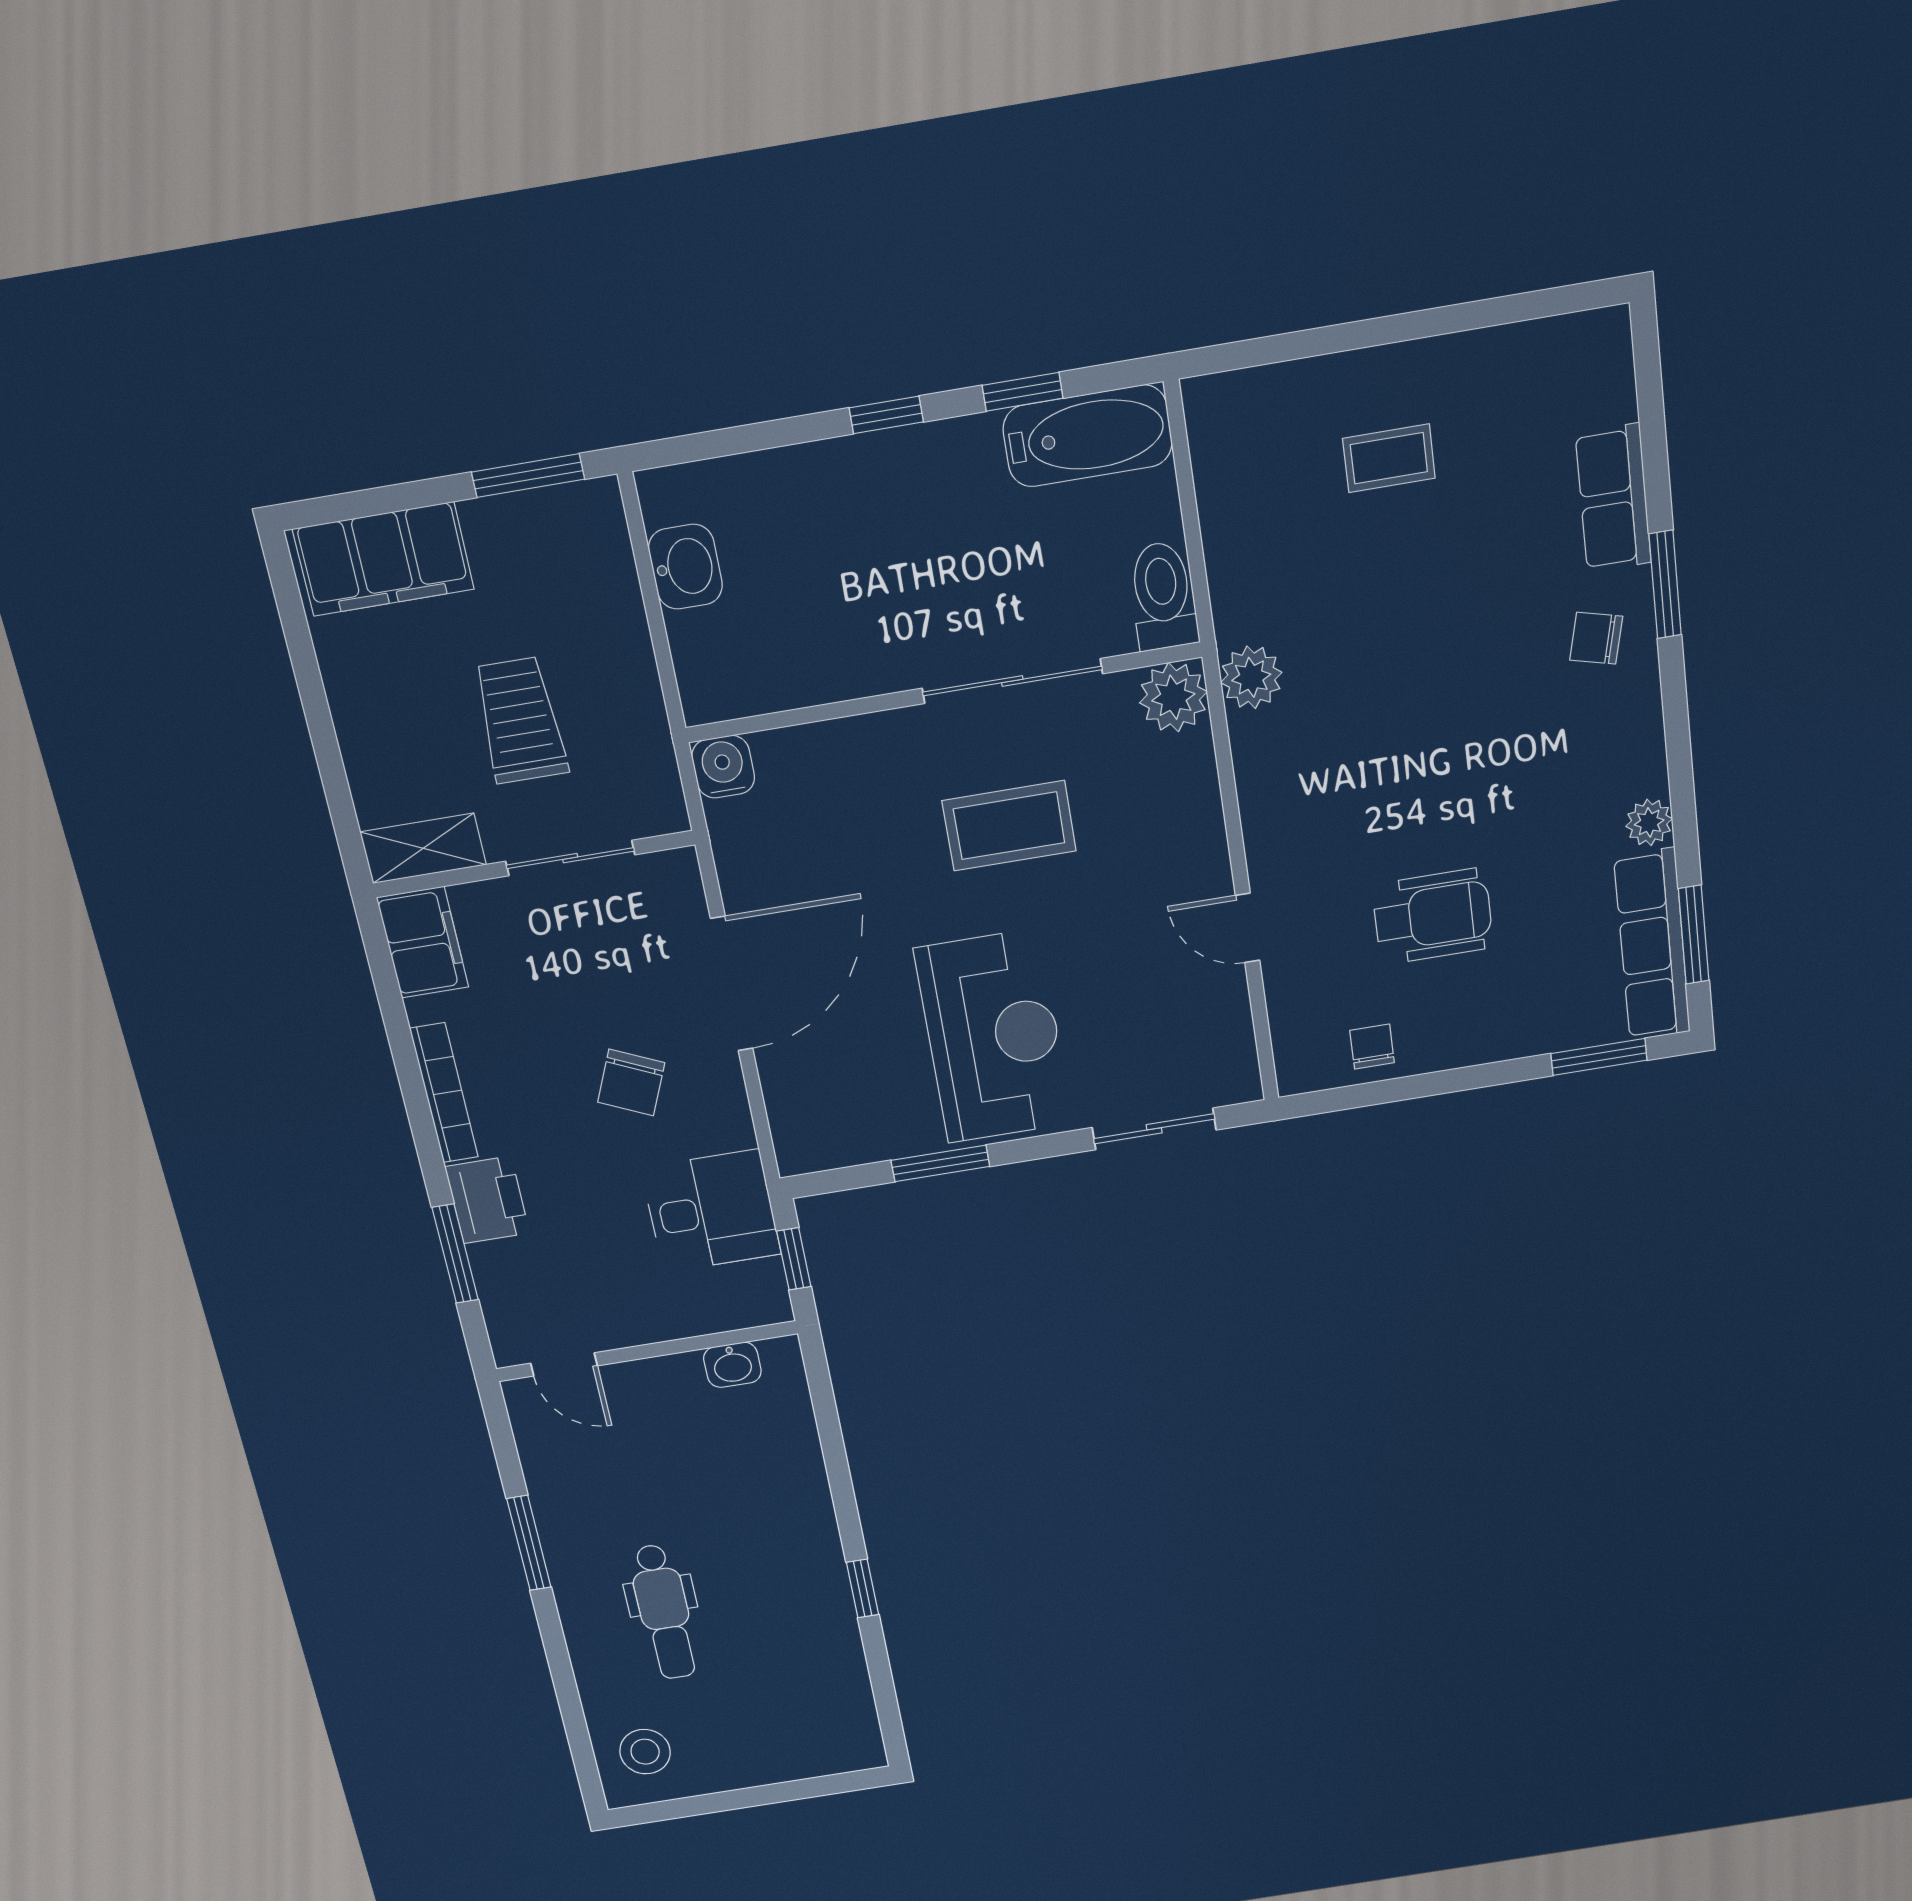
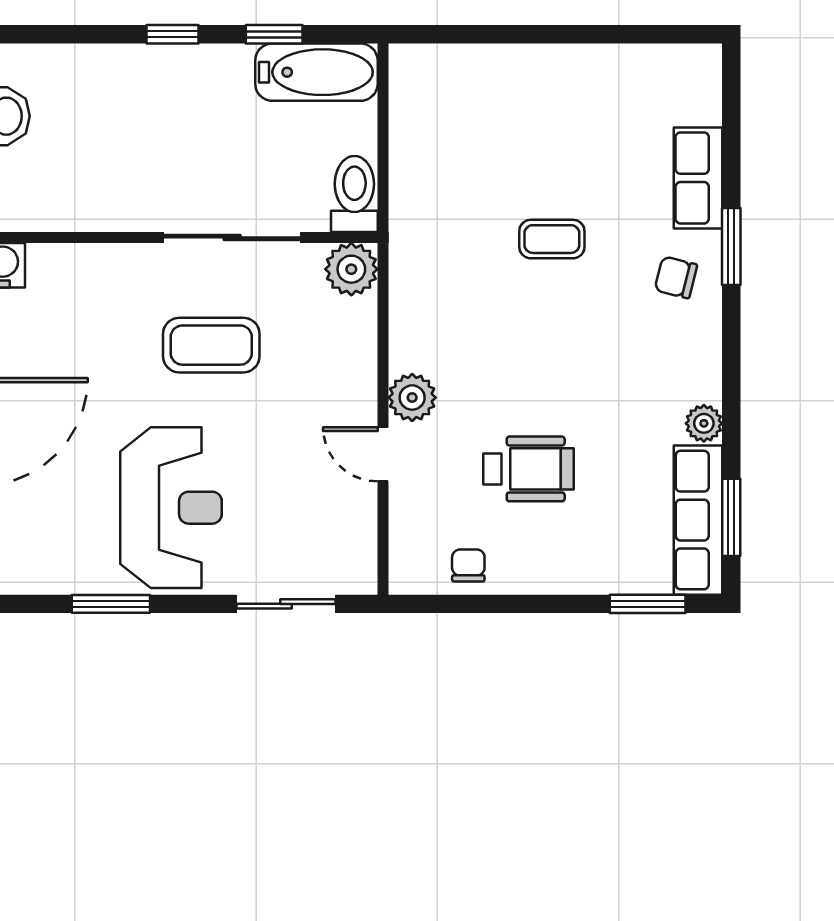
coffee table: (1389, 458) -> (552, 239), moved
plant: (1251, 677) -> (412, 398), moved

